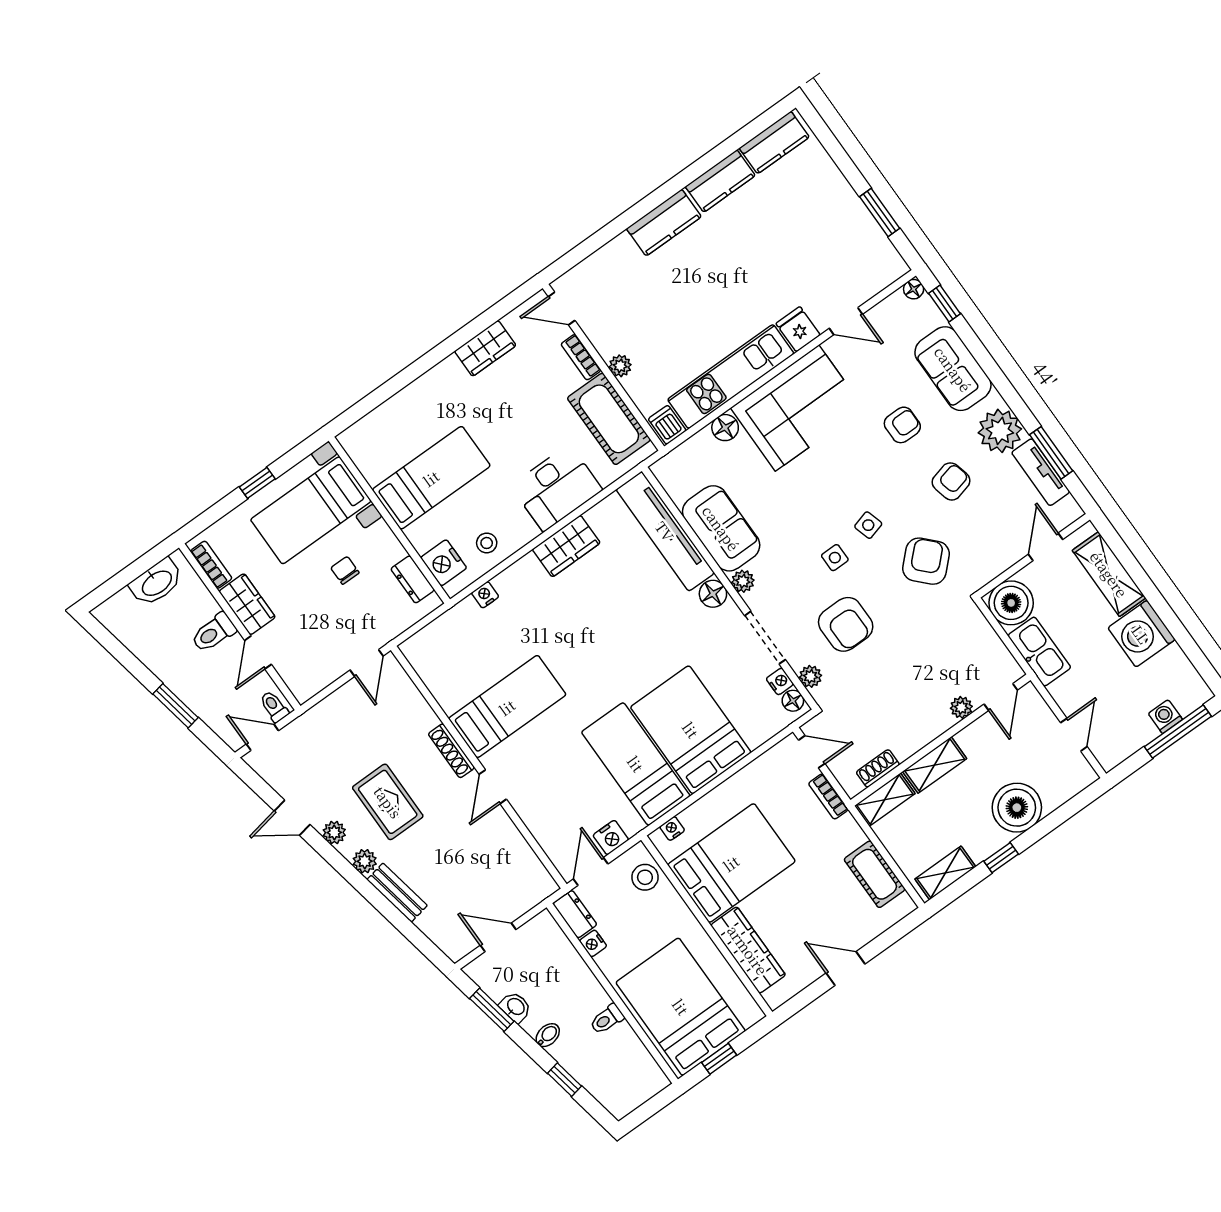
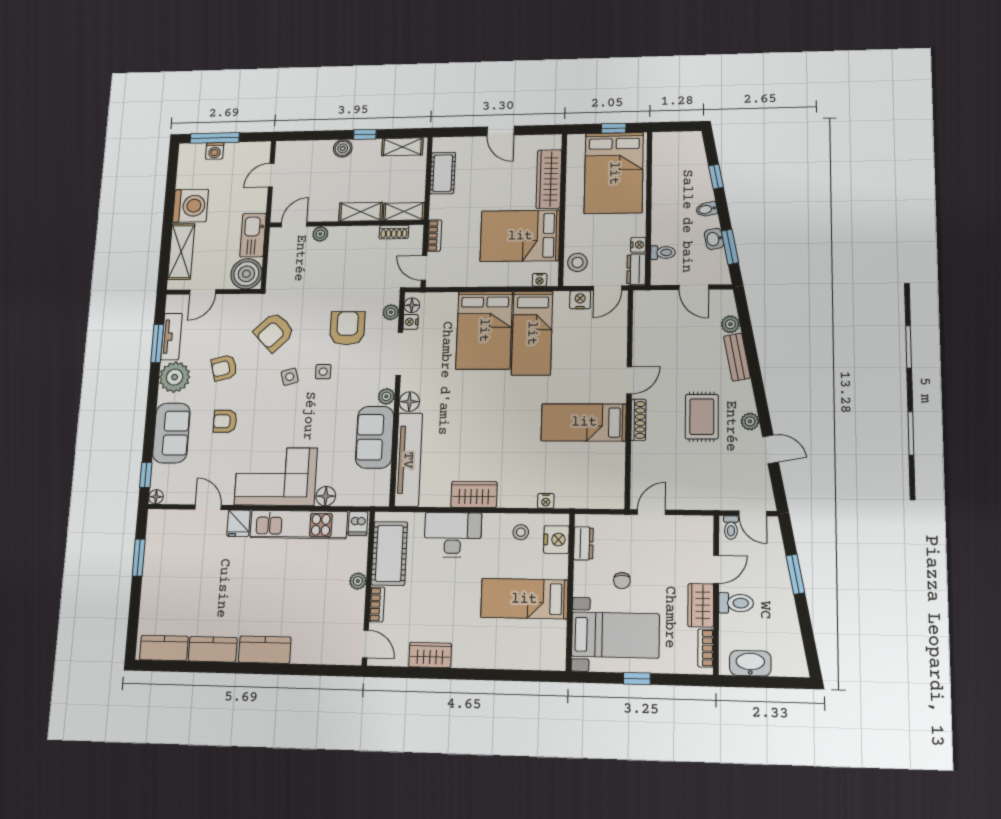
boiler: (1017, 808) -> (343, 148), width x0.54, depth x0.54
plant: (365, 861) -> (730, 324), moved
toilet: (607, 1019) -> (663, 253), moved

